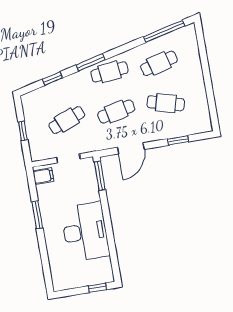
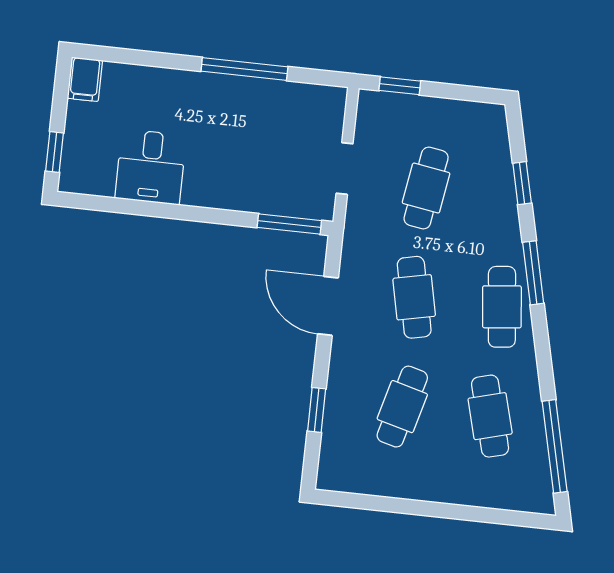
cafe table: (67, 120) -> (426, 188), turned 30
window: (23, 131) -> (400, 86), moved
filing cabinet: (43, 176) -> (85, 79), moved
window: (37, 215) -> (244, 69), width x1.44
desk: (85, 232) -> (151, 167), width x0.53, depth x0.77

